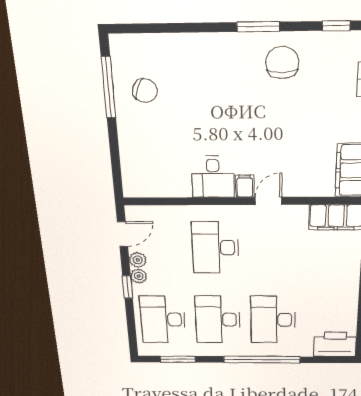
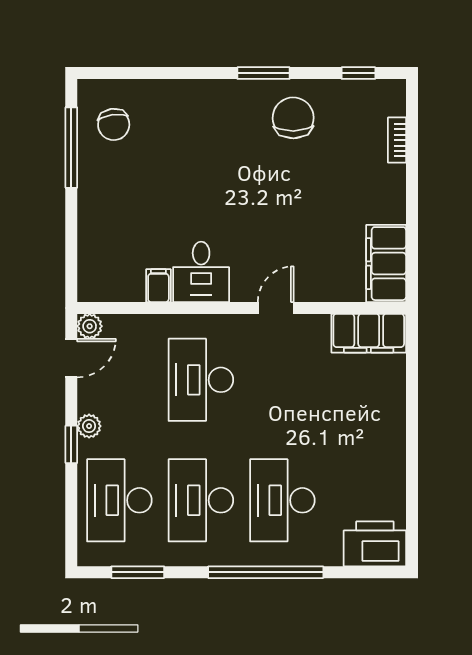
chair: (145, 91) -> (114, 124), moved, turned 61
filing cabinet: (245, 186) -> (158, 286), moved
plant: (138, 260) -> (90, 326), moved

